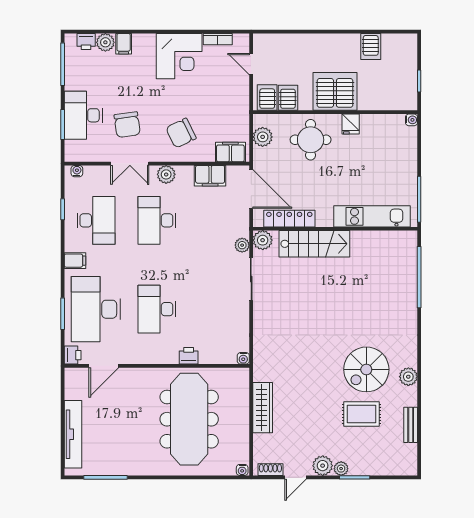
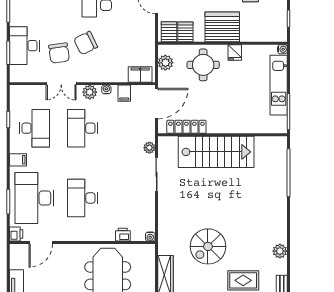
chair: (181, 133) -> (86, 43), moved
water cooler: (77, 171) -> (106, 89), moved
filing cabinet: (210, 176) -> (124, 93), width x0.50
door: (251, 189) -> (156, 104), hinge flipped
kitchen unit: (372, 216) -> (279, 85), moved, turned -90
plant: (263, 240) -> (165, 144), removed
stairs: (314, 244) -> (216, 152), width x1.36, depth x1.51
printer: (189, 356) -> (123, 235), moved
spiral stairs: (366, 369) -> (208, 246), moved

